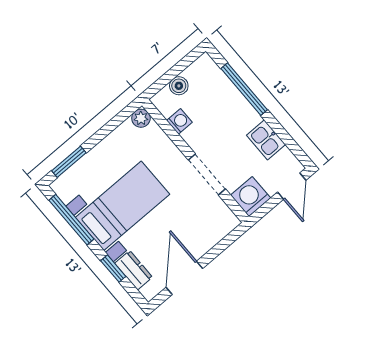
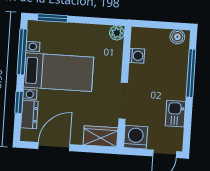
boiler: (179, 86) -> (177, 37), moved
wardrobe: (218, 227) -> (101, 136), added

